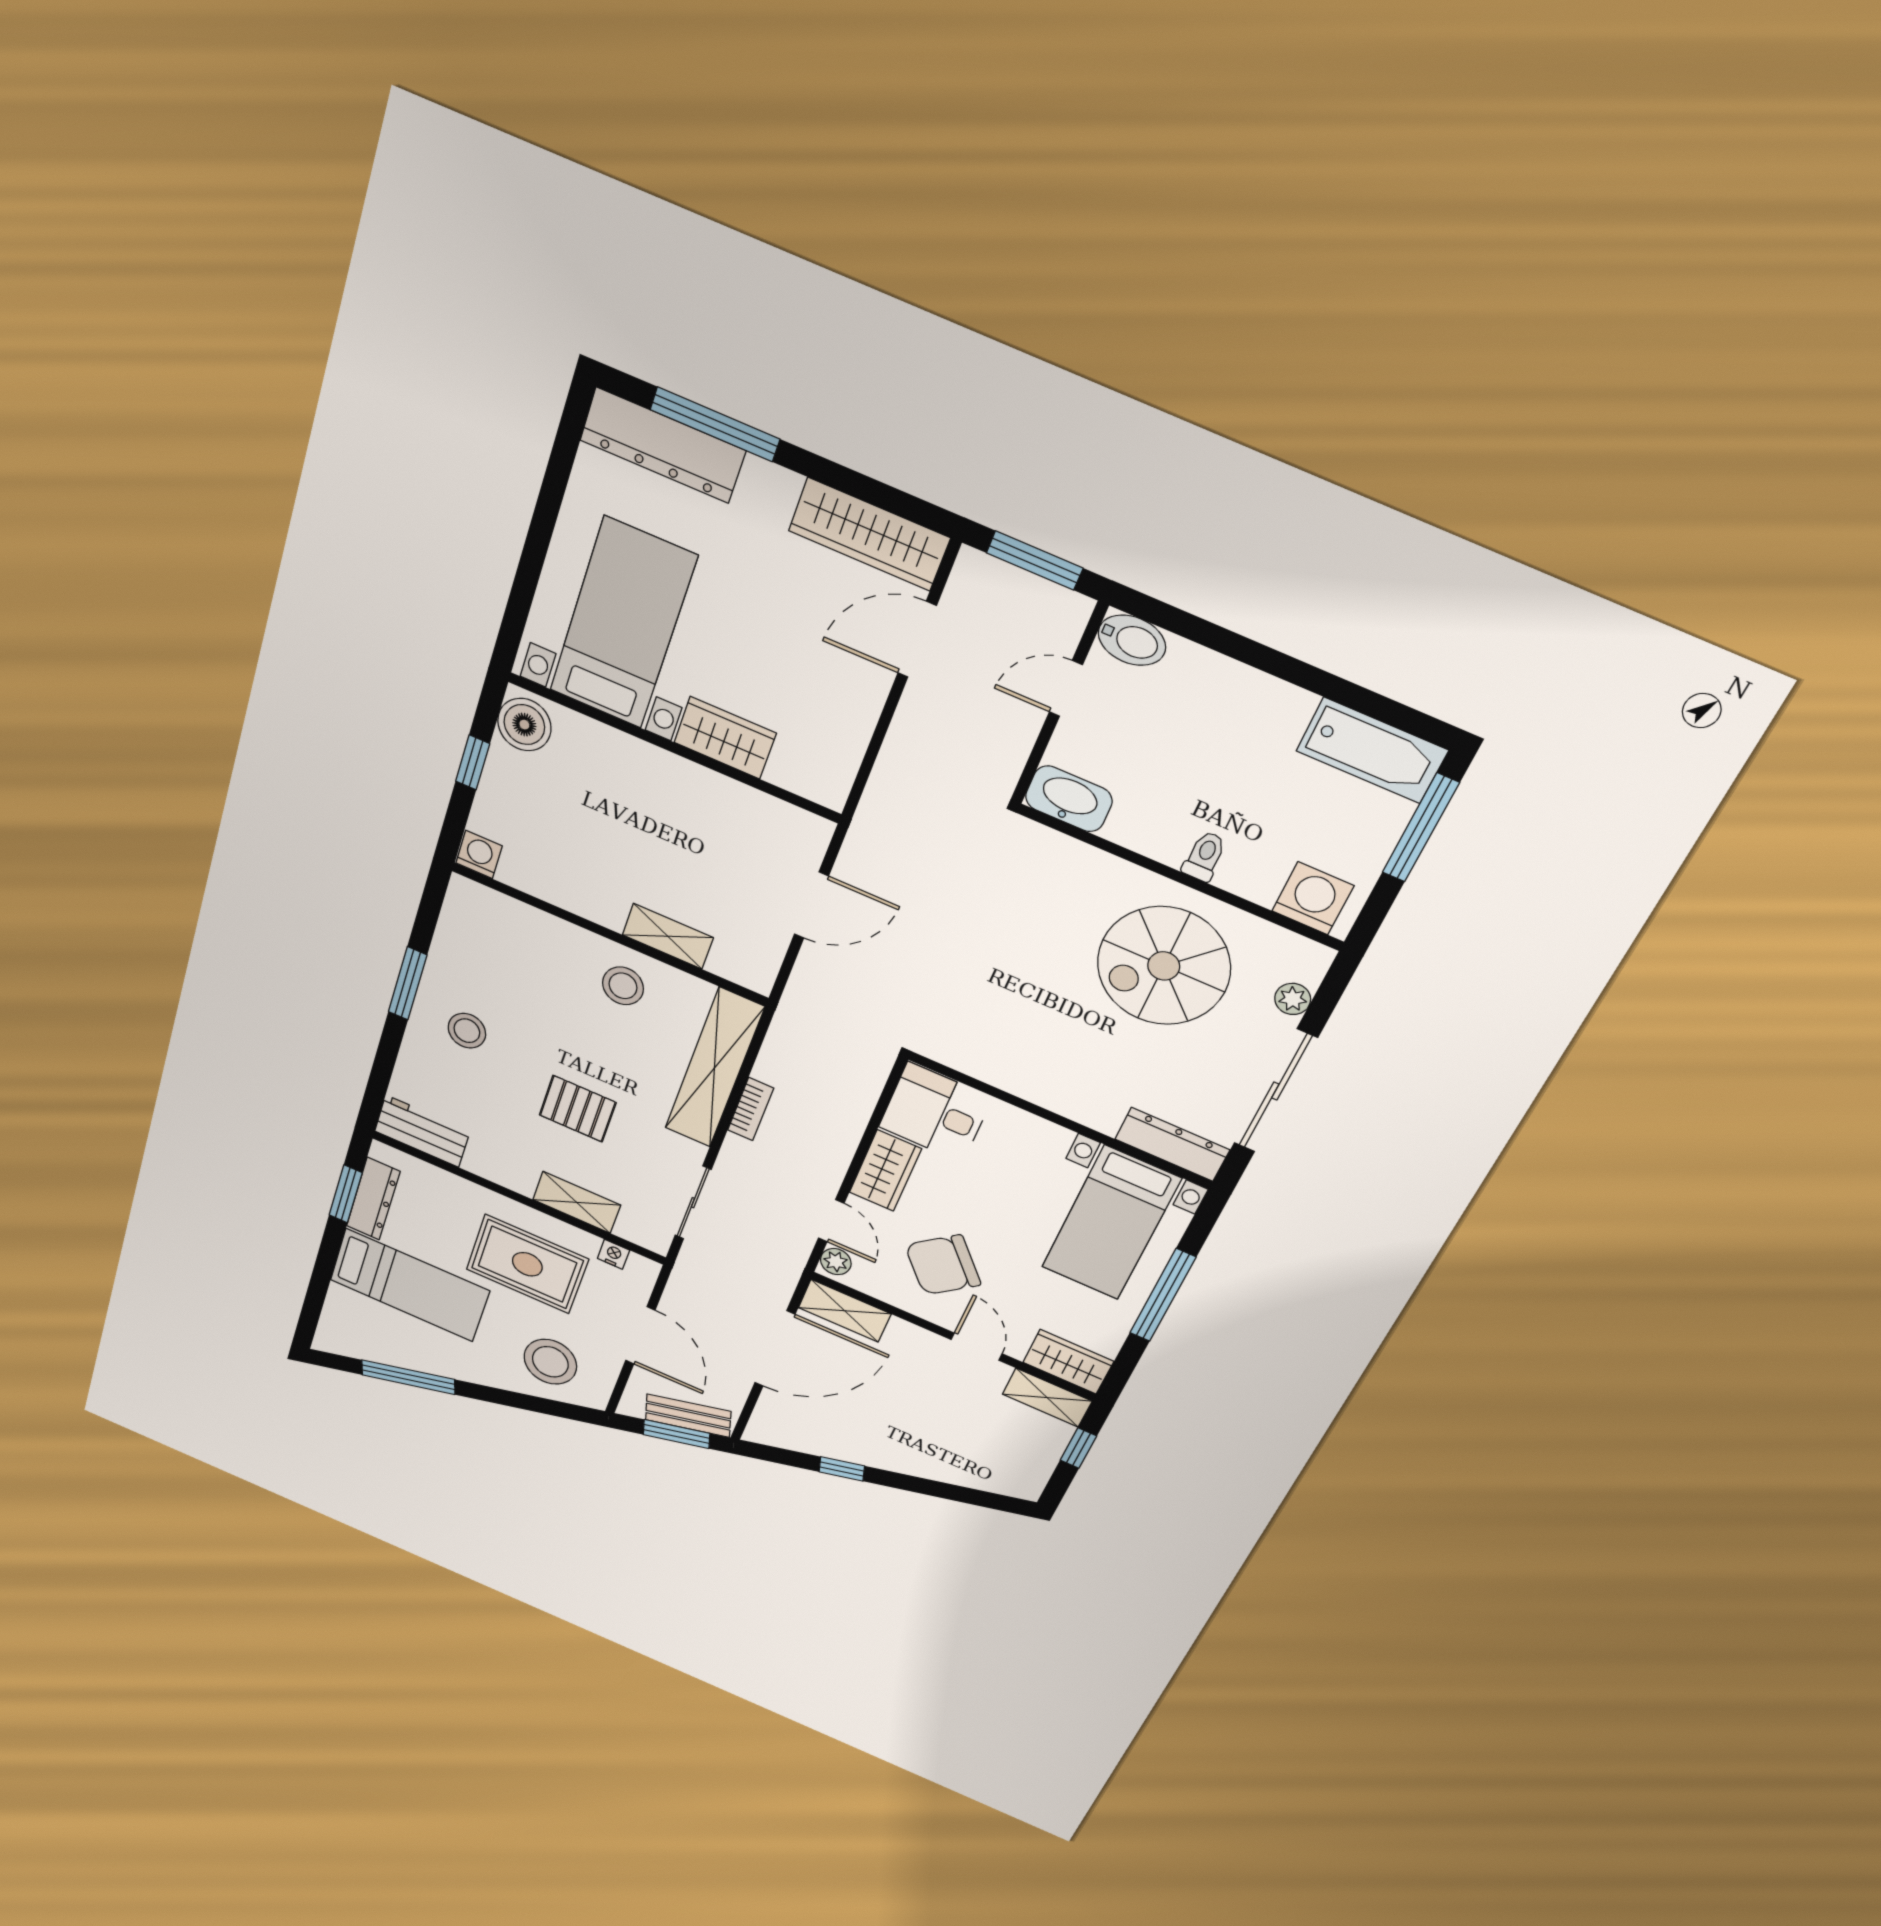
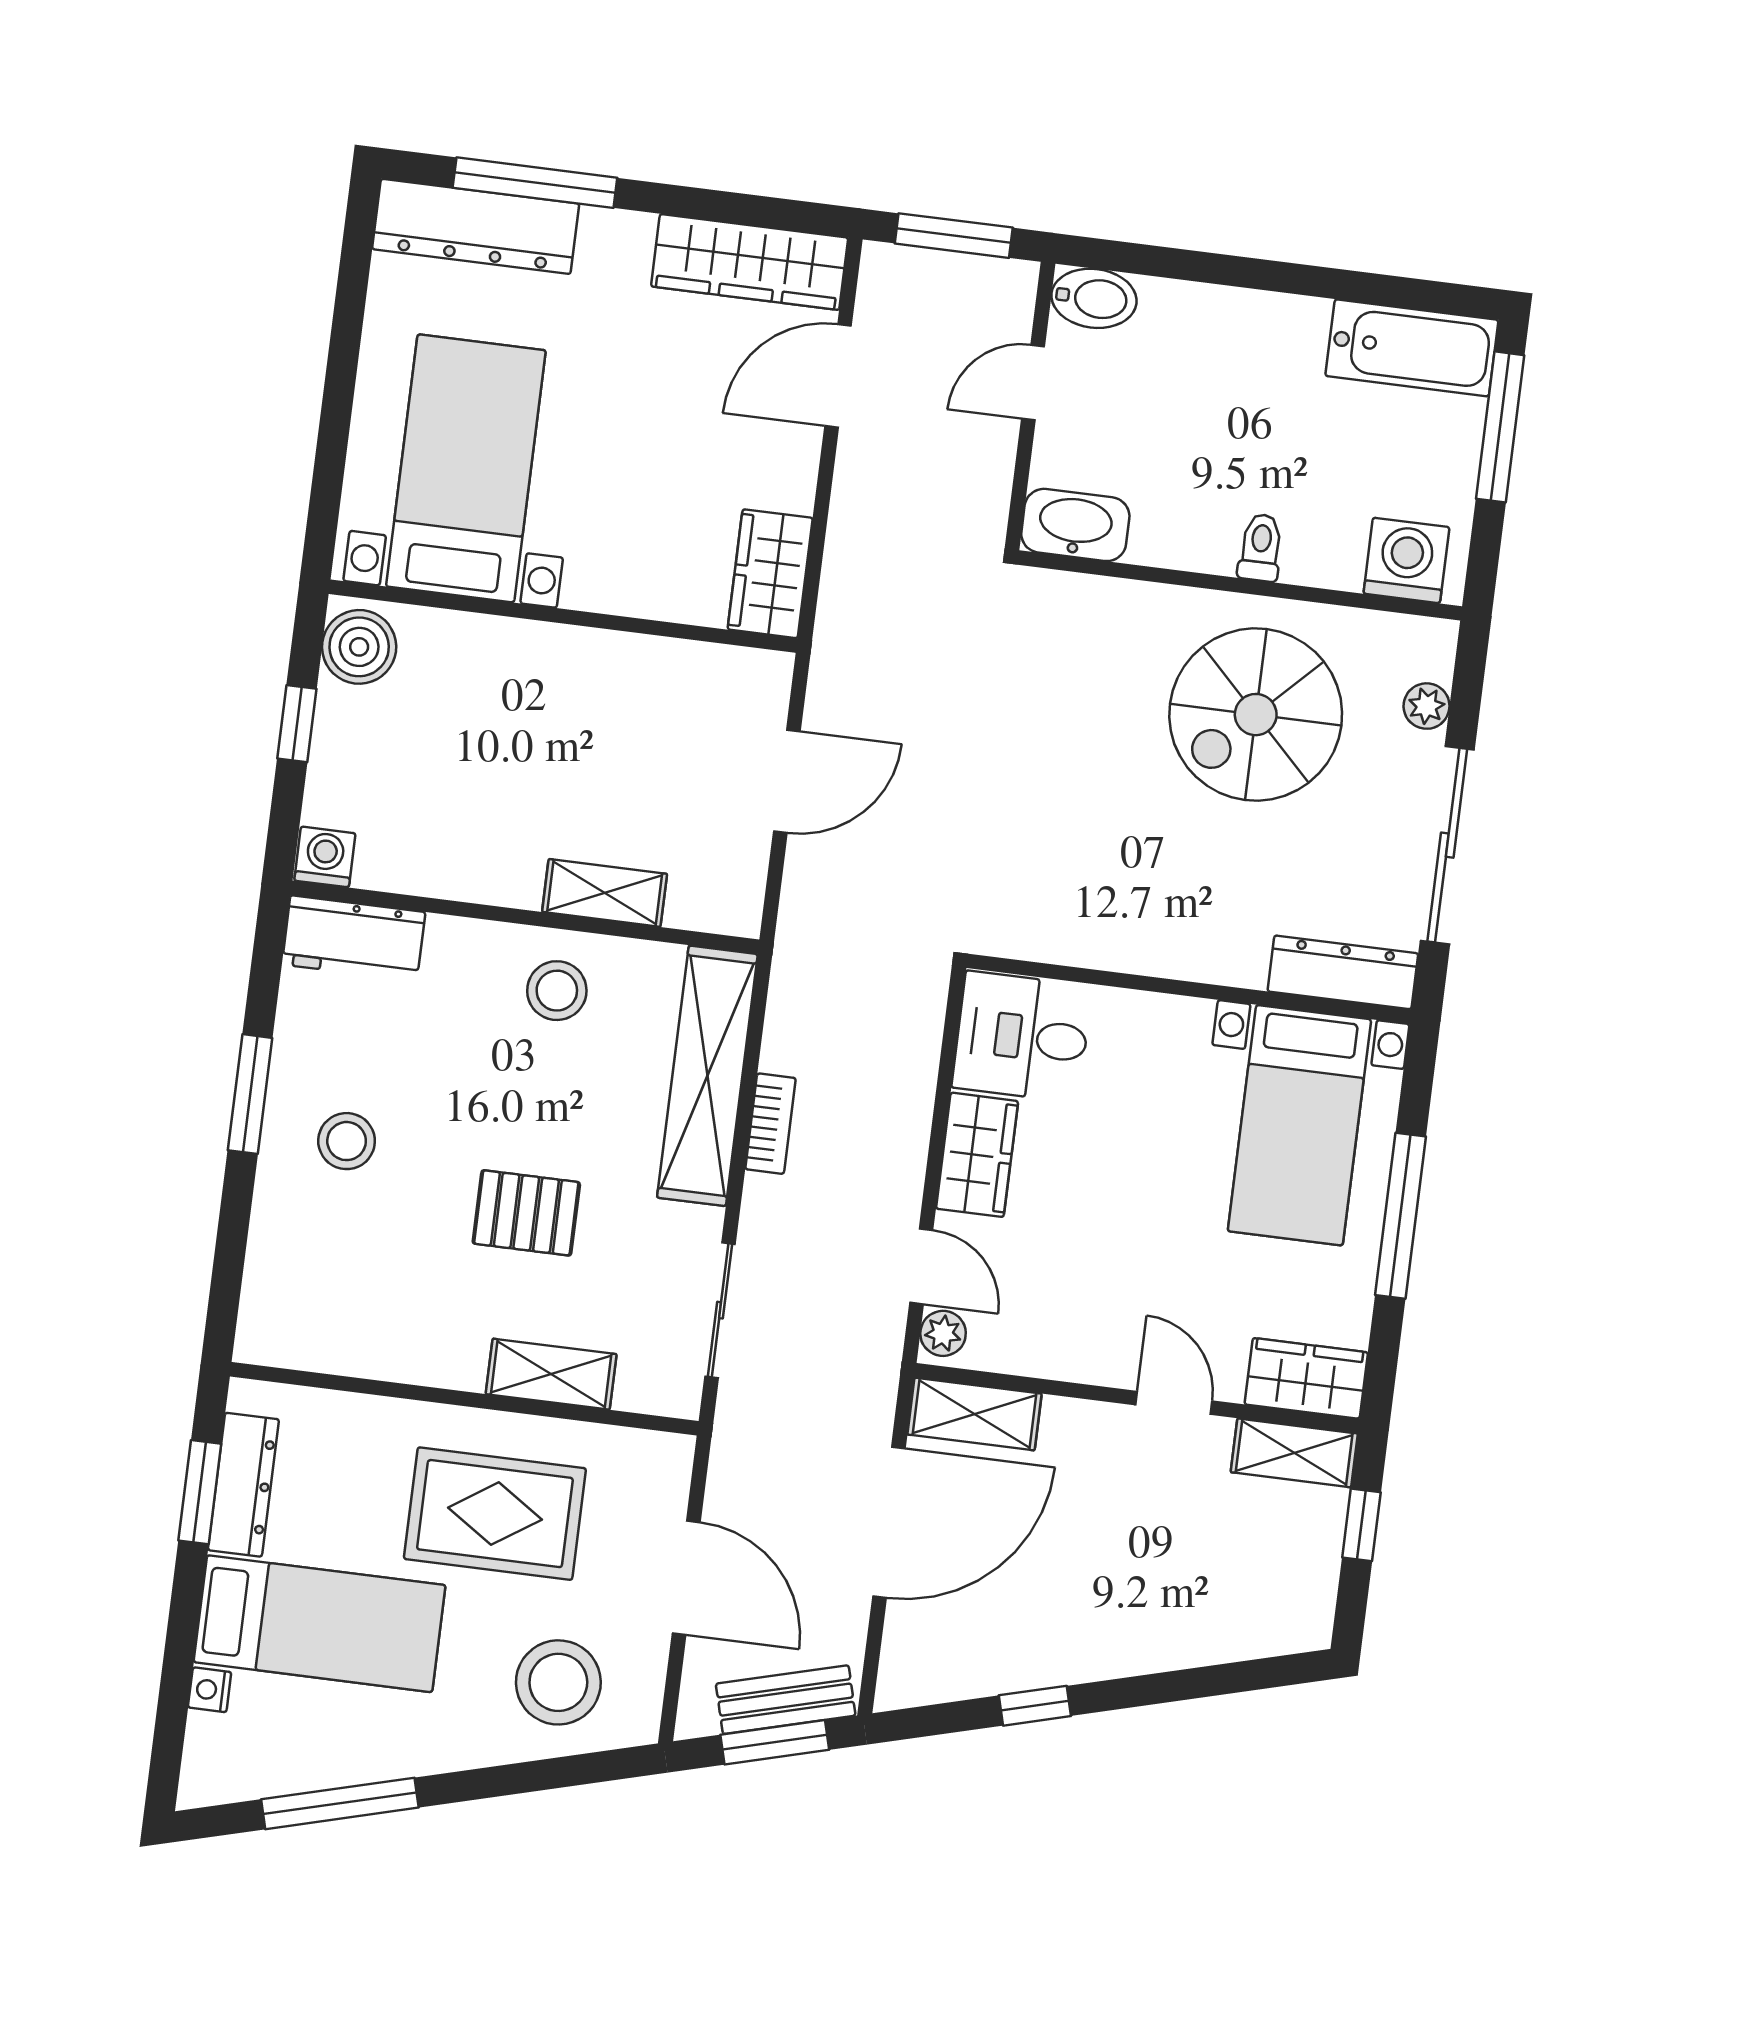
wardrobe: (725, 738) -> (770, 574), moved, turned -90
workbench: (422, 1131) -> (354, 938), moved, turned 180
nightstand: (614, 1254) -> (210, 1690), moved, turned -90
chair: (943, 1265) -> (1093, 1281), removed

